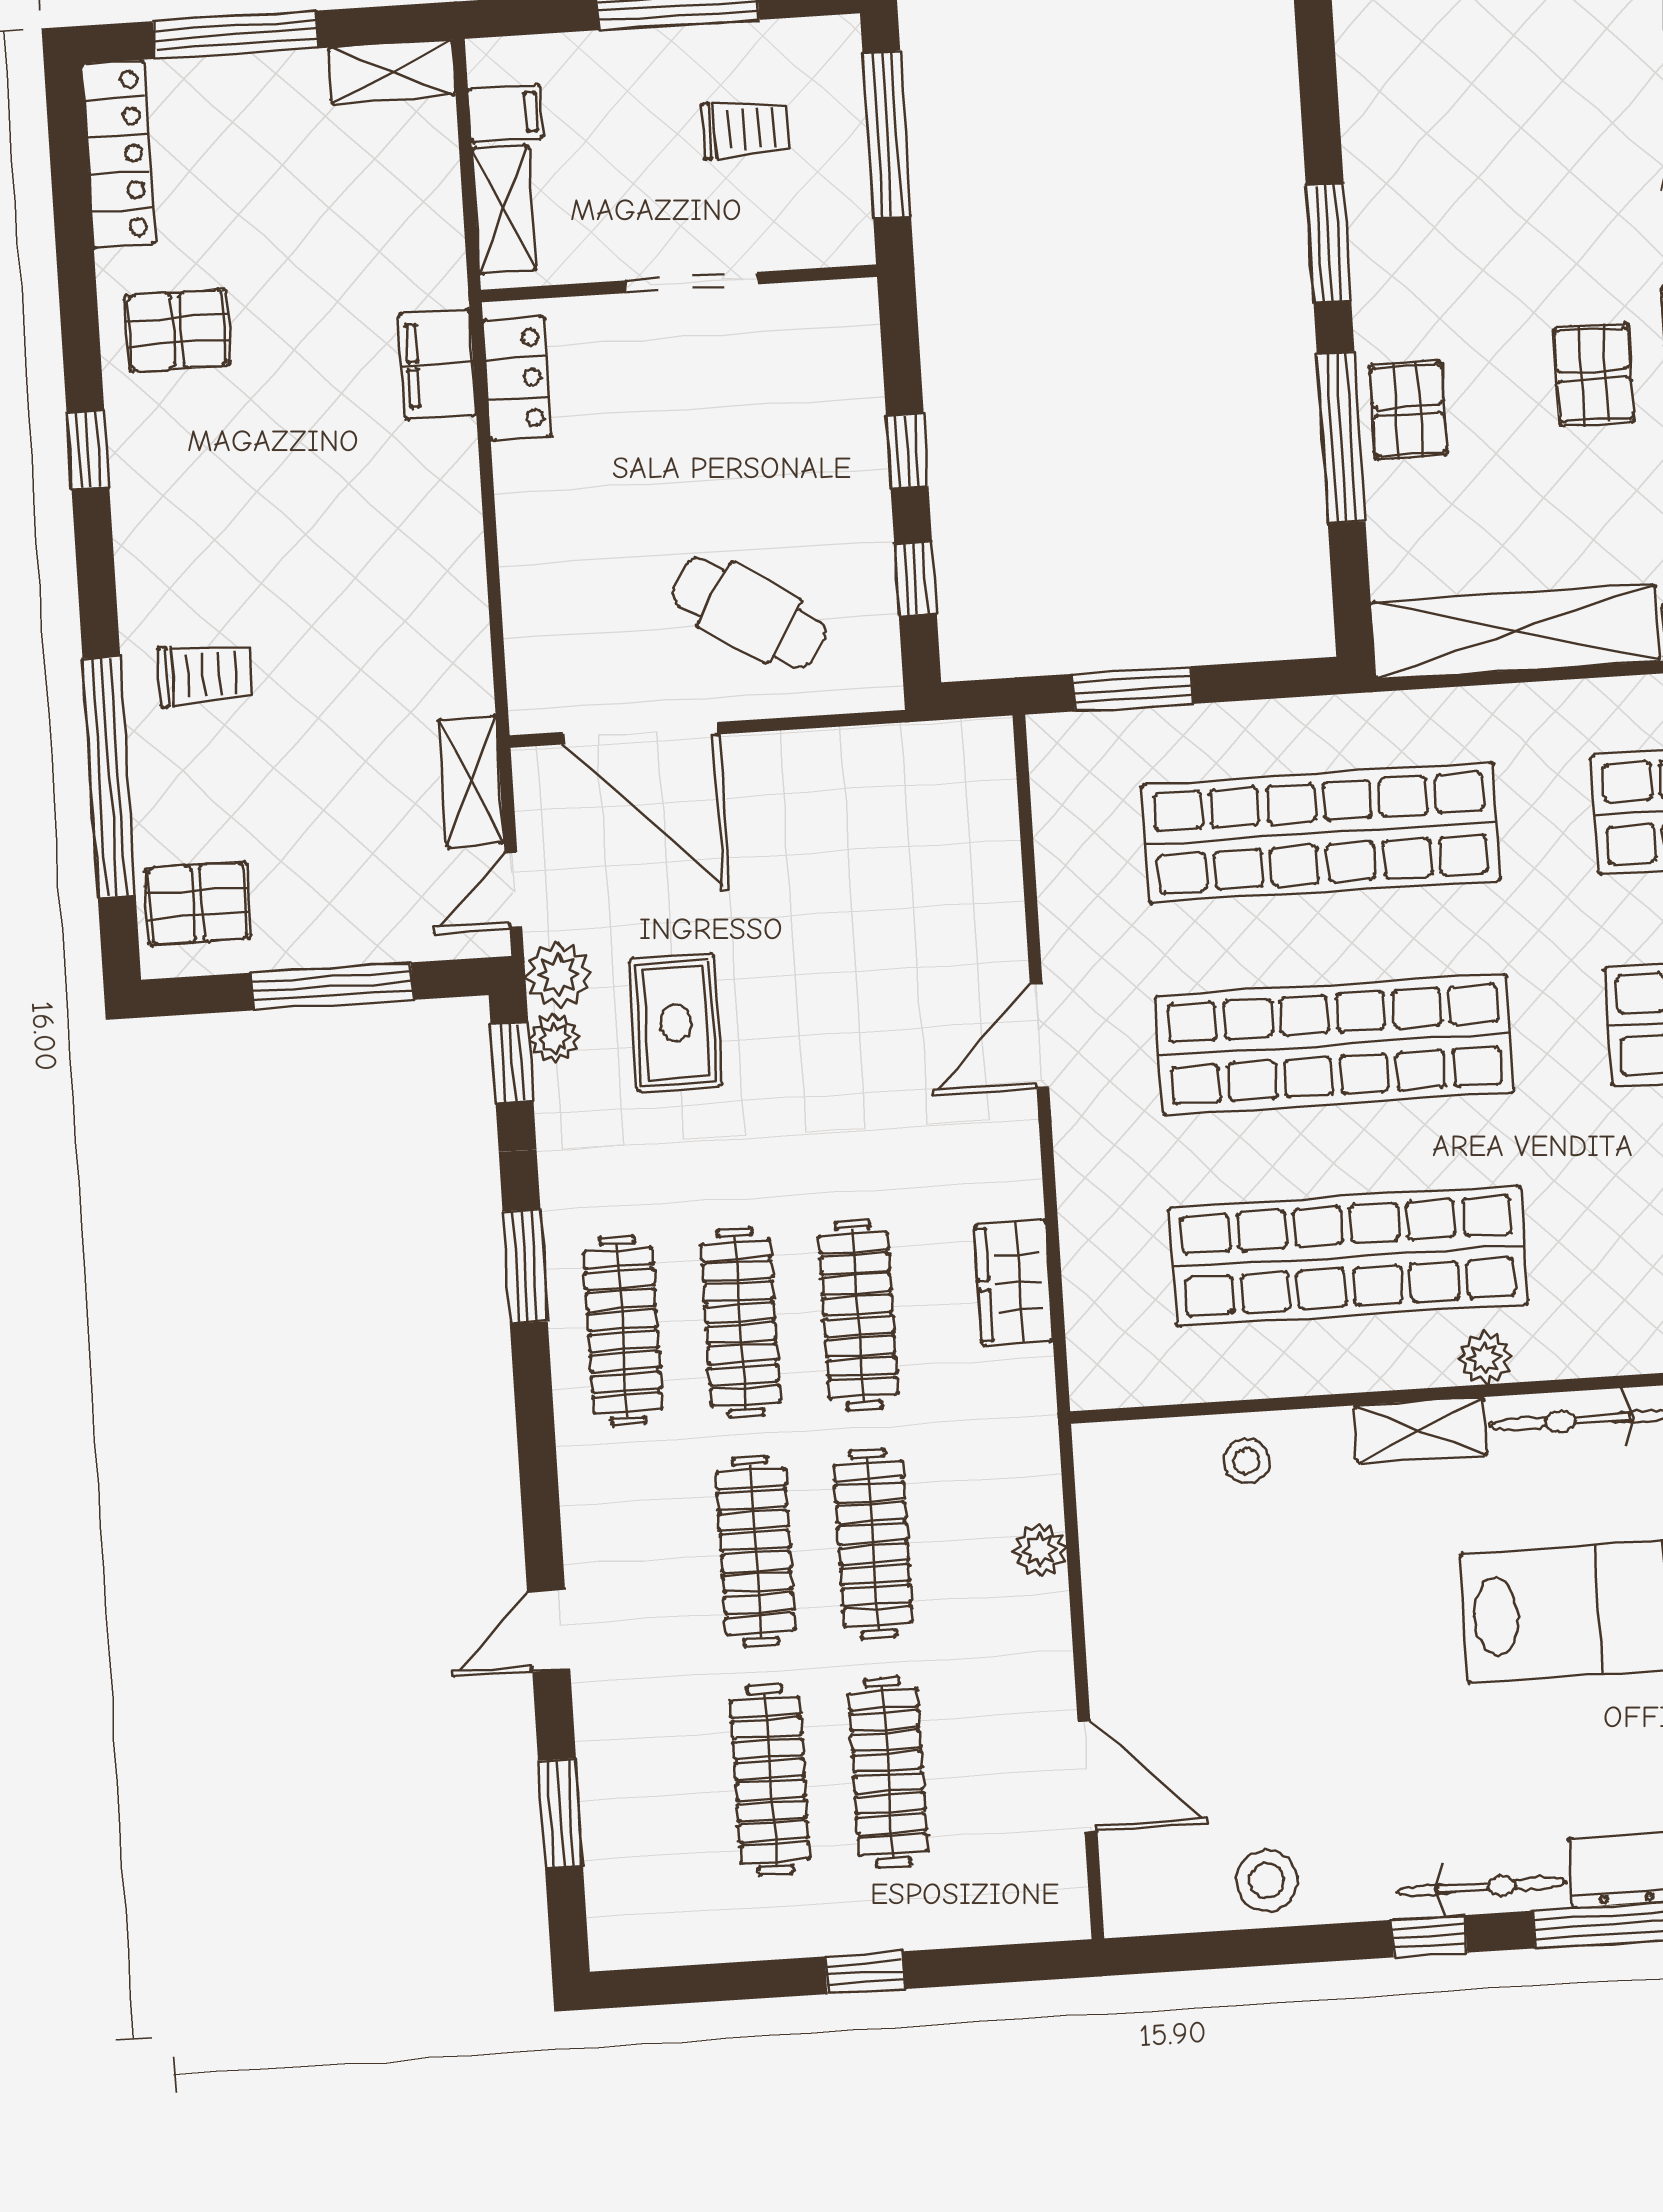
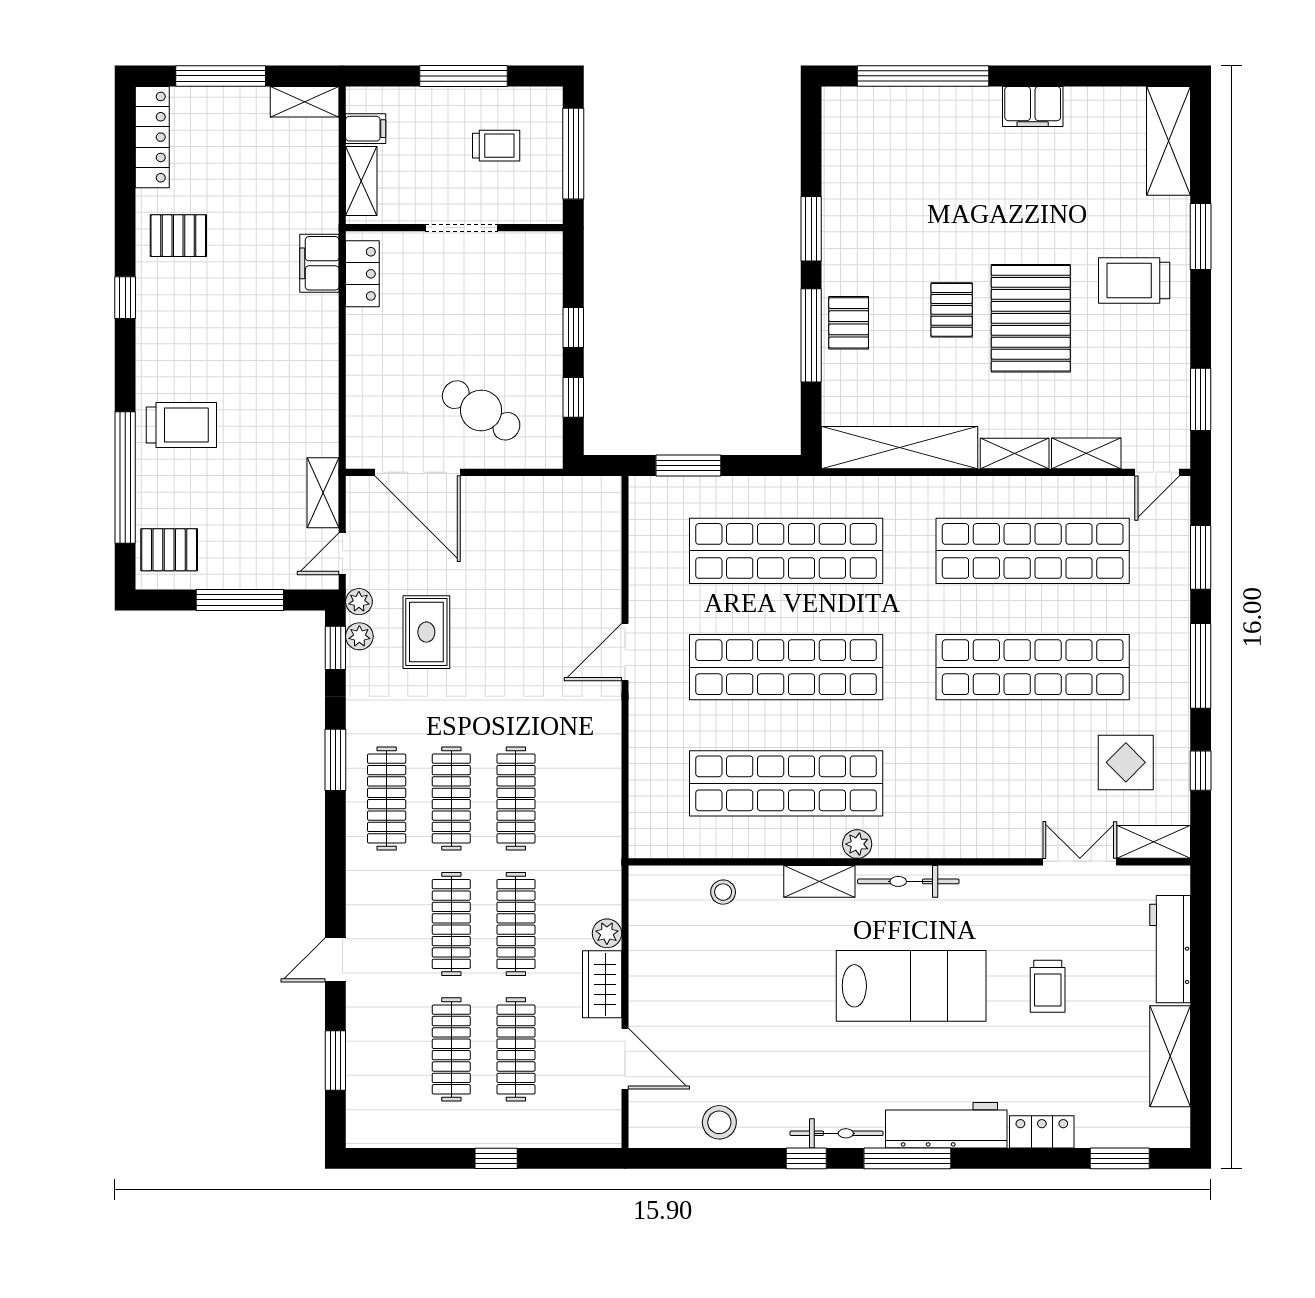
trolley: (205, 675) -> (181, 425), width x1.36, depth x1.39
plant: (558, 975) -> (359, 602), width x0.73, depth x0.73
wardrobe: (1014, 1283) -> (602, 984), moved

